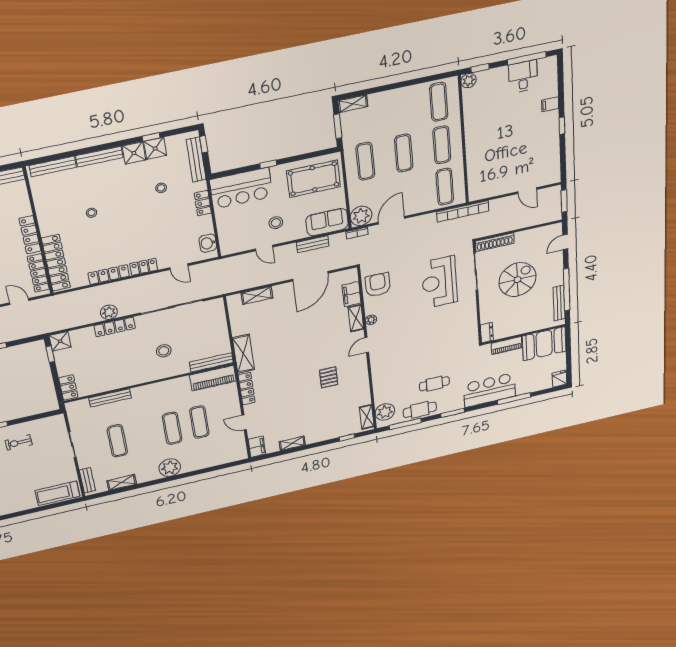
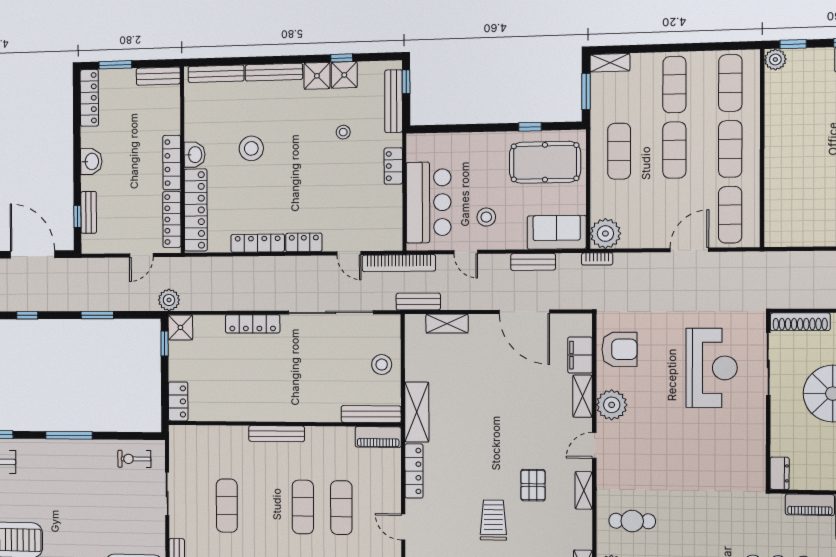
exercise mat: (400, 110) -> (674, 84), added
window: (268, 164) -> (530, 127), moved
bar counter: (241, 188) -> (429, 202), moved, turned -90
bookcase: (463, 211) -> (399, 263), moved
stool: (91, 213) -> (251, 148), width x1.89, depth x1.89
door: (391, 220) -> (689, 250), moved
washbasin: (208, 243) -> (195, 155), moved, turned 180
door: (310, 276) -> (524, 312), hinge flipped
reception desk: (439, 282) -> (712, 368), turned 180
armchair: (378, 285) -> (619, 349), turned 90
bench: (234, 286) -> (418, 302), added
door: (19, 302) -> (141, 255), swing flipped
plant: (109, 312) -> (169, 300), moved
plant: (371, 320) -> (612, 405), width x1.87, depth x1.87
stool: (164, 351) -> (382, 365), moved
shelving: (362, 372) -> (584, 490), added
piano: (213, 378) -> (378, 437), width x0.73, depth x0.75
cafe table: (434, 384) -> (632, 521), moved
bench: (110, 398) -> (277, 434), moved
trolley: (305, 404) -> (493, 520), added
exercise bike: (19, 443) -> (134, 459), moved

